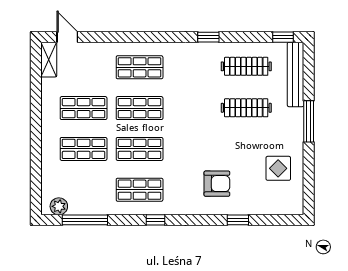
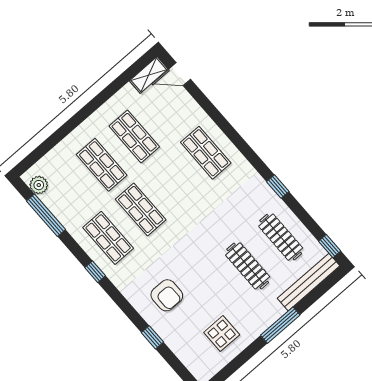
door: (67, 37) -> (180, 74), swing flipped
shop shelf: (140, 108) -> (173, 181), removed

